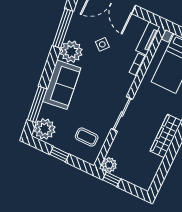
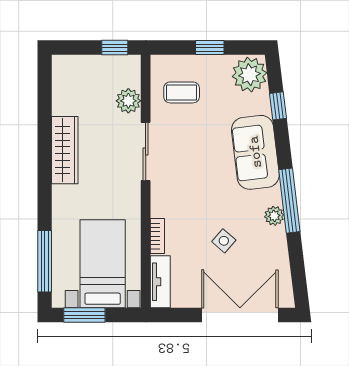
window: (63, 28) -> (289, 201), moved
plant: (71, 52) -> (274, 216), width x0.53, depth x0.53
window: (37, 104) -> (278, 106), width x0.46
plant: (109, 165) -> (128, 101), moved

